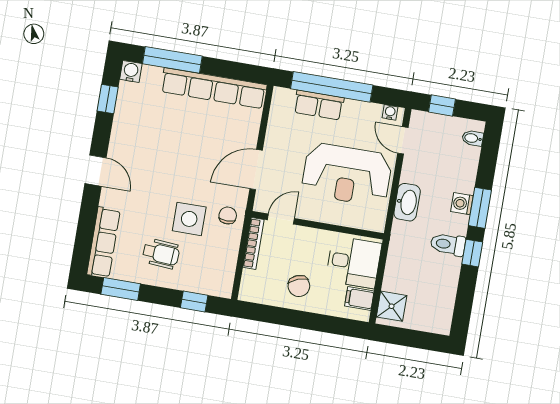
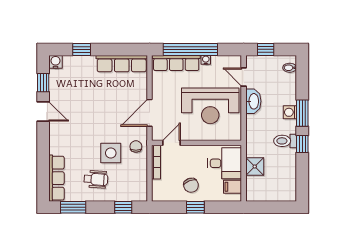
window: (172, 60) -> (82, 49), width x0.46
row of seats: (214, 88) -> (122, 64), width x0.73
row of seats: (319, 105) -> (176, 63), width x1.48
water cooler: (390, 112) -> (206, 60), moved
door: (95, 171) -> (43, 111), moved
washbasin: (407, 202) -> (253, 101), moved
shower: (392, 306) -> (255, 166), moved
window: (300, 319) -> (195, 207), added

